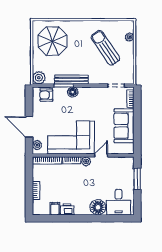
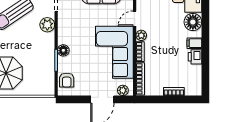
plant: (39, 78) -> (47, 25), moved
bench: (71, 80) -> (49, 52), removed
door: (101, 155) -> (135, 19), hinge flipped
filing cabinet: (55, 209) -> (194, 43), moved

